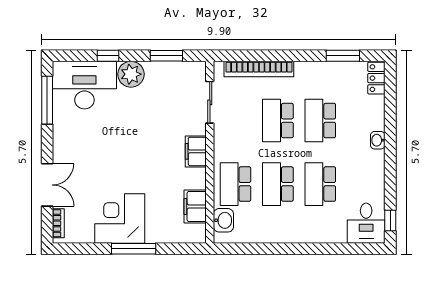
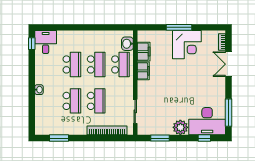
window: (108, 56) -> (204, 138), moved
locker: (376, 78) -> (40, 125), removed
filing cabinet: (196, 151) -> (143, 71), moved

